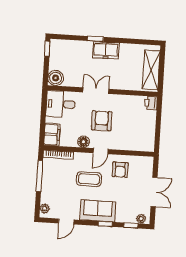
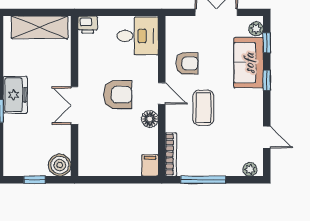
window: (47, 49) -> (35, 180), moved
desk: (60, 104) -> (138, 36), moved, turned -90
armchair: (102, 121) -> (118, 95), turned 180
filing cabinet: (52, 134) -> (150, 165), width x0.50
sofa: (98, 211) -> (249, 63), moved

